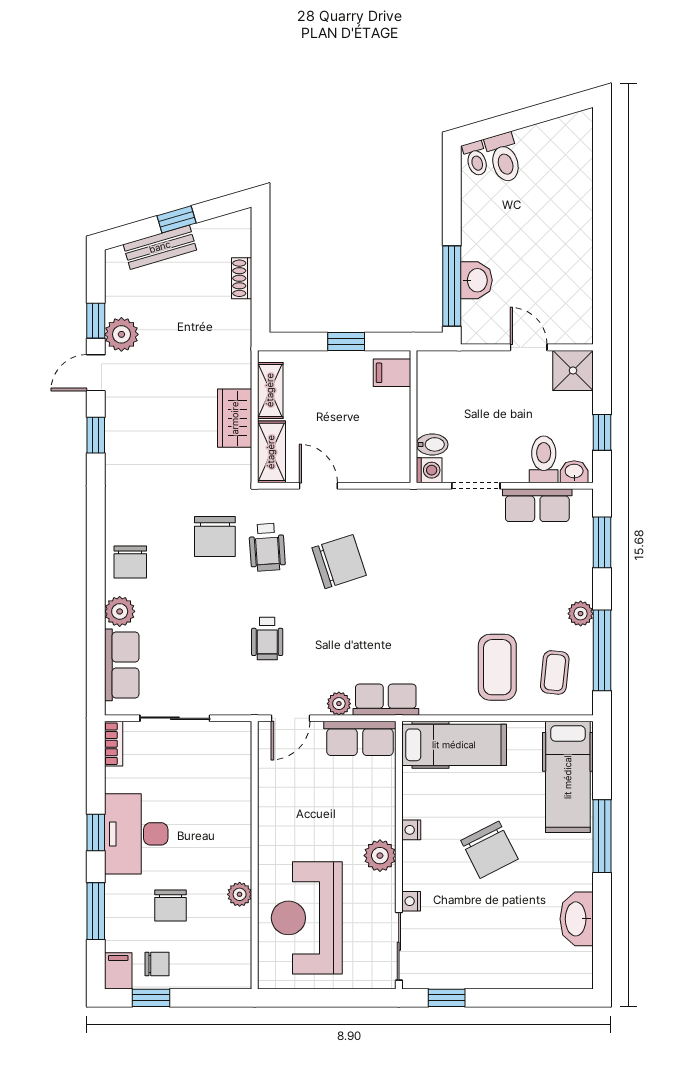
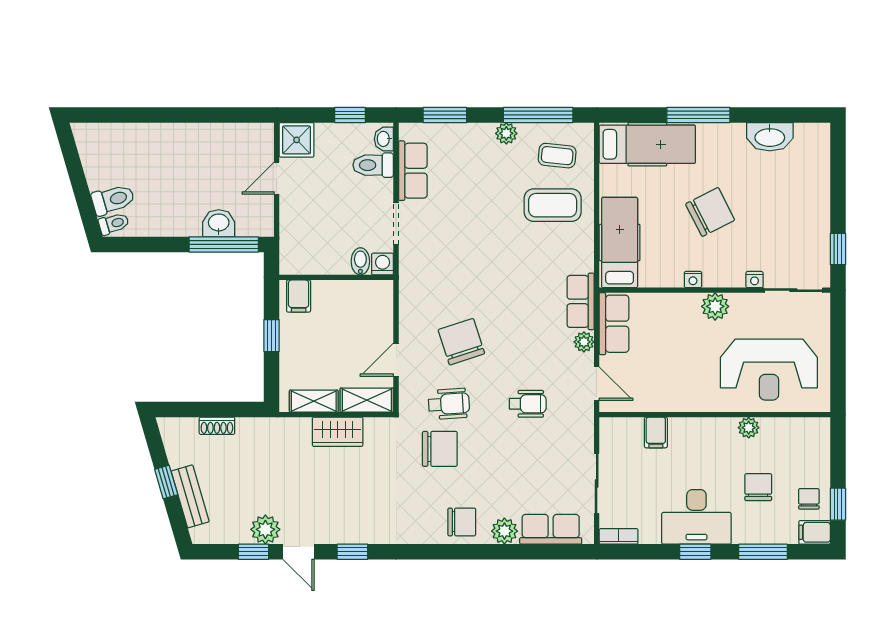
filing cabinet: (234, 787) -> (656, 432), added
chair: (171, 905) -> (758, 487), turned -90

